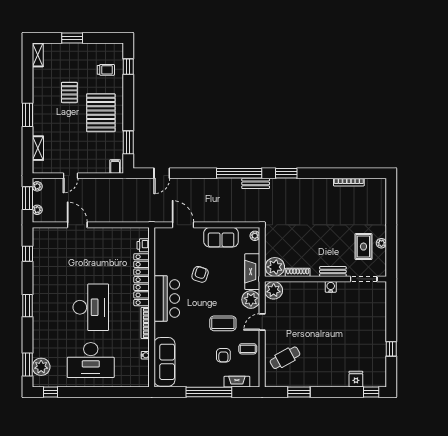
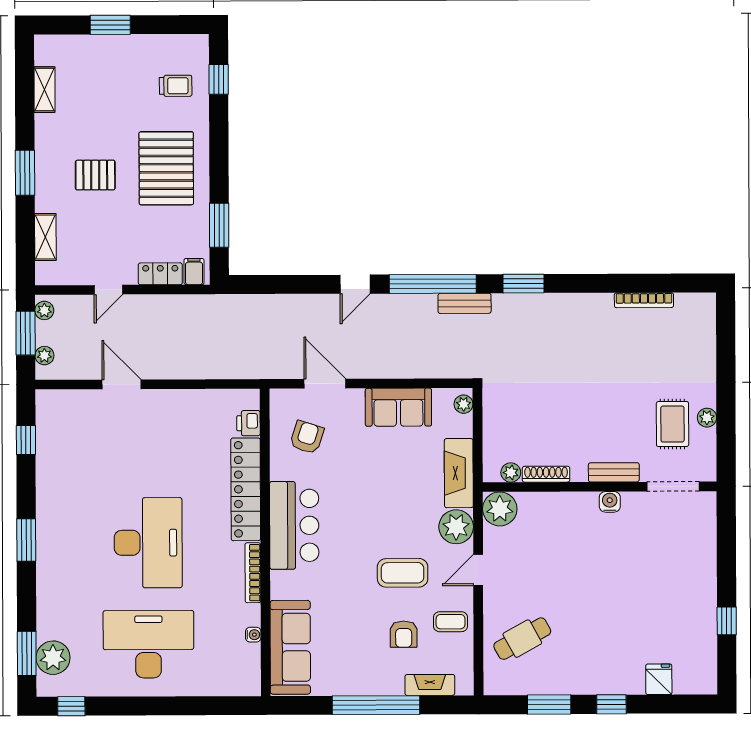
shelving: (38, 55) -> (45, 90), moved
pallet: (69, 92) -> (95, 175), moved, turned 90
locker: (98, 168) -> (160, 274), added
door: (162, 173) -> (355, 284), moved
plant: (275, 267) -> (511, 473), width x0.53, depth x0.53
armchair: (200, 274) -> (307, 437), moved
desk: (91, 360) -> (148, 644), turned 180
window: (371, 392) -> (611, 704), moved

